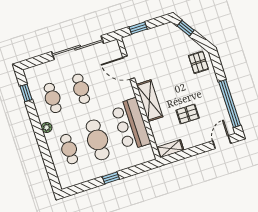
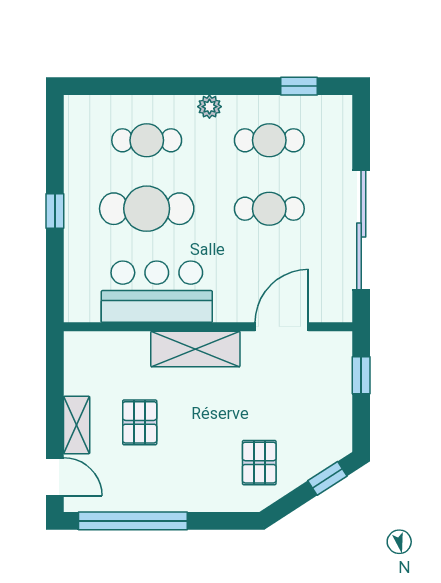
pallet: (198, 62) -> (259, 463), moved, turned 90
shelving: (170, 149) -> (77, 425), moved

